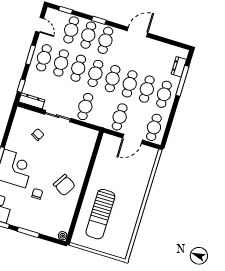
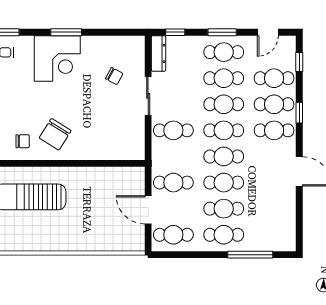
dresser: (179, 67) -> (268, 244), removed
chair: (37, 194) -> (23, 141), moved

